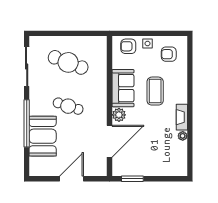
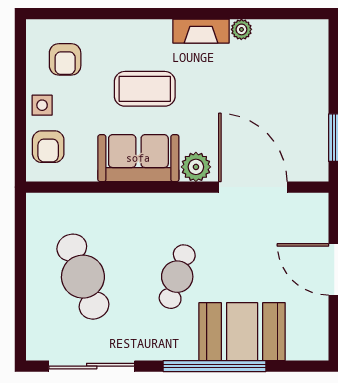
cafe table: (68, 62) -> (83, 277), turned -42

